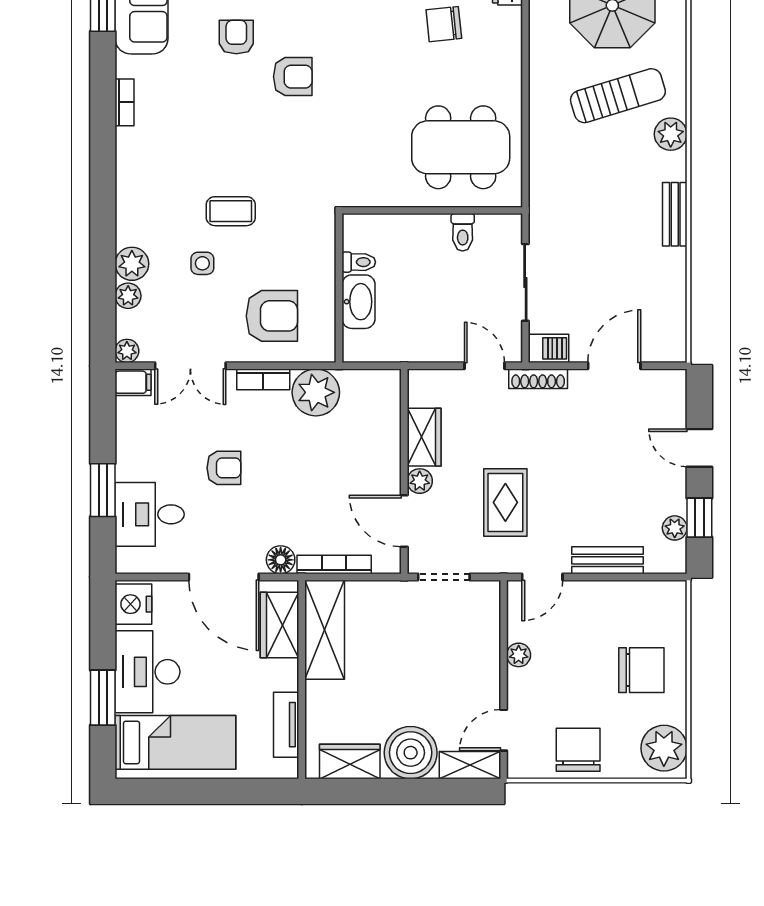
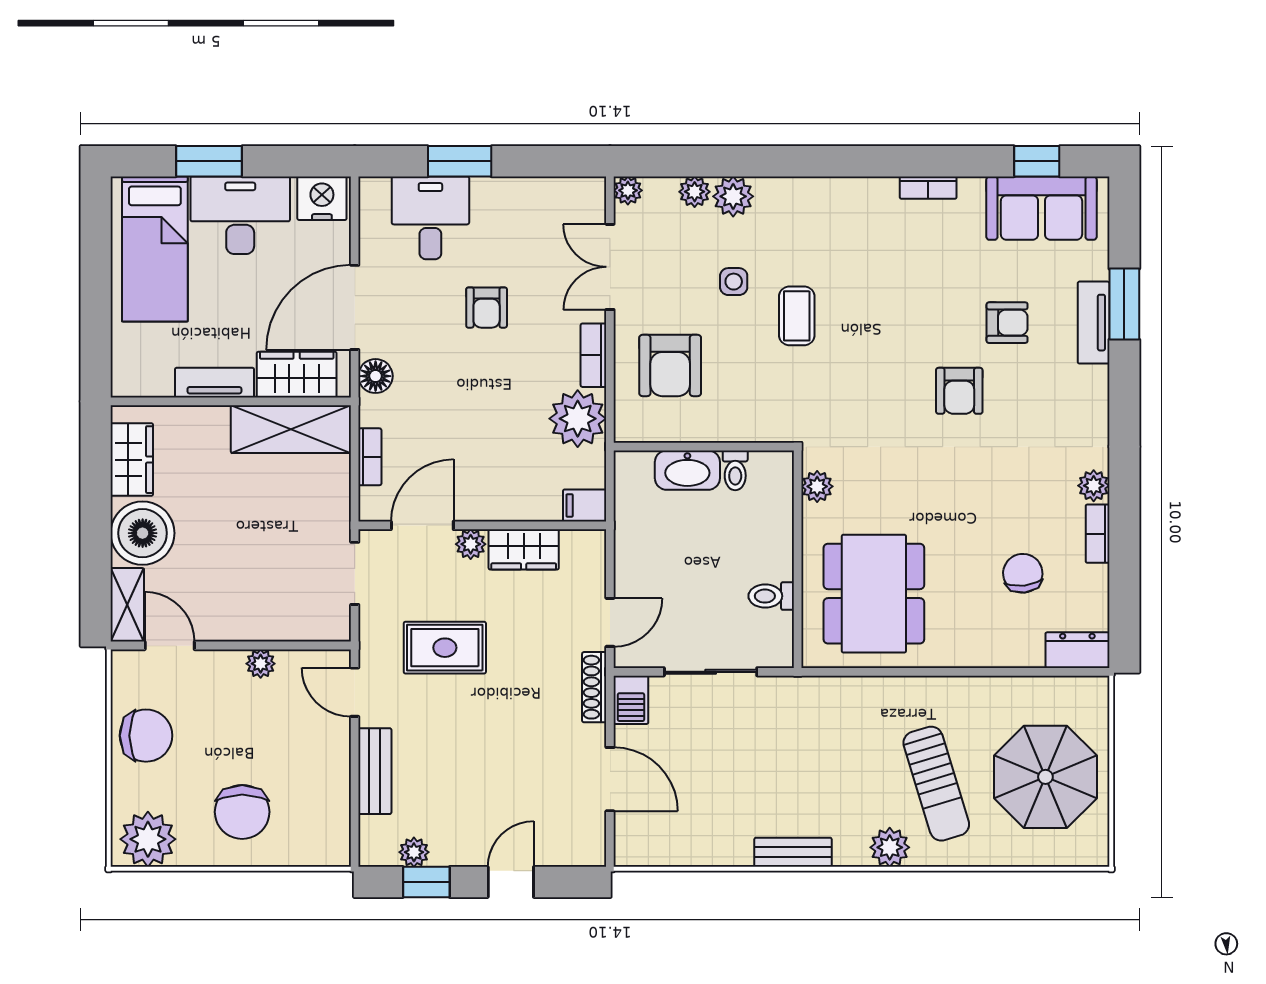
plant: (372, 194) -> (817, 486), added
filing cabinet: (133, 382) -> (585, 505), moved, turned 90
bookcase: (334, 564) -> (370, 457), width x0.64
tv unit: (286, 725) -> (214, 383), moved

